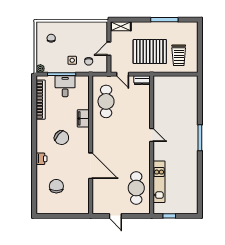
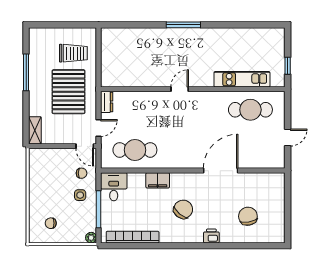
door: (109, 49) -> (85, 146), moved
desk: (65, 86) -> (114, 187), moved, turned 90
chair: (56, 186) -> (248, 216), turned 80

